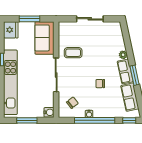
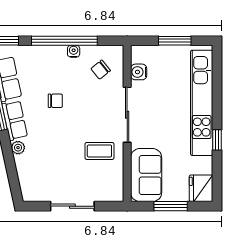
water cooler: (49, 112) -> (139, 72), moved

